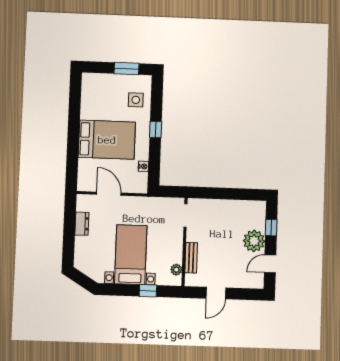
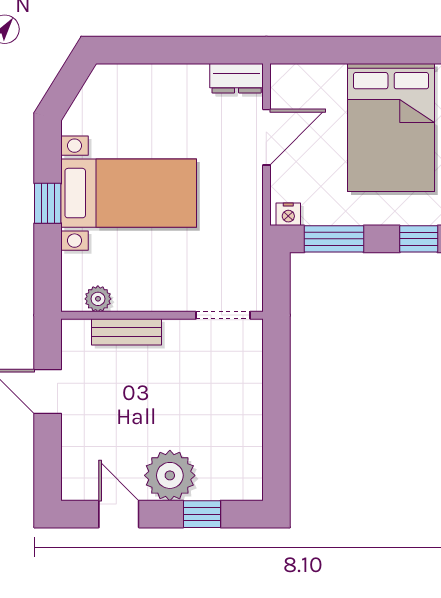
nightstand: (143, 166) -> (288, 214), moved
window: (154, 166) -> (334, 239), added
dresser: (82, 224) -> (237, 78), moved
window: (148, 291) -> (48, 203), moved

